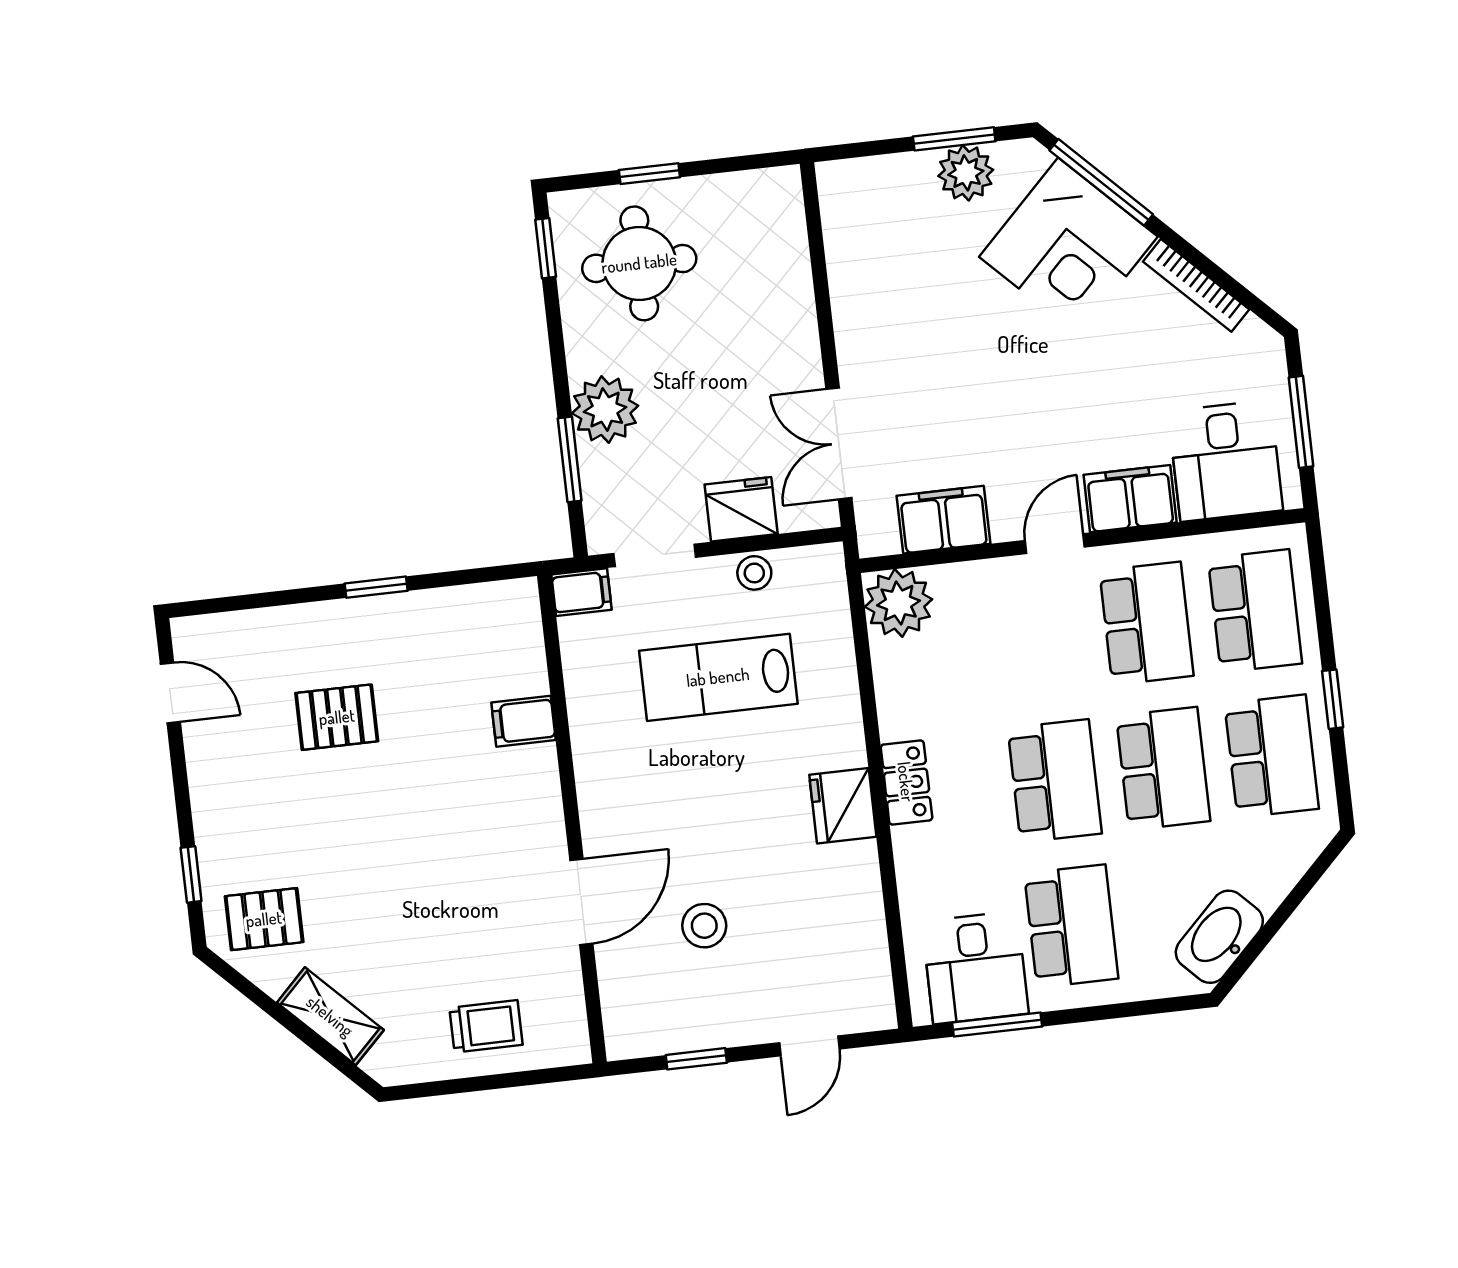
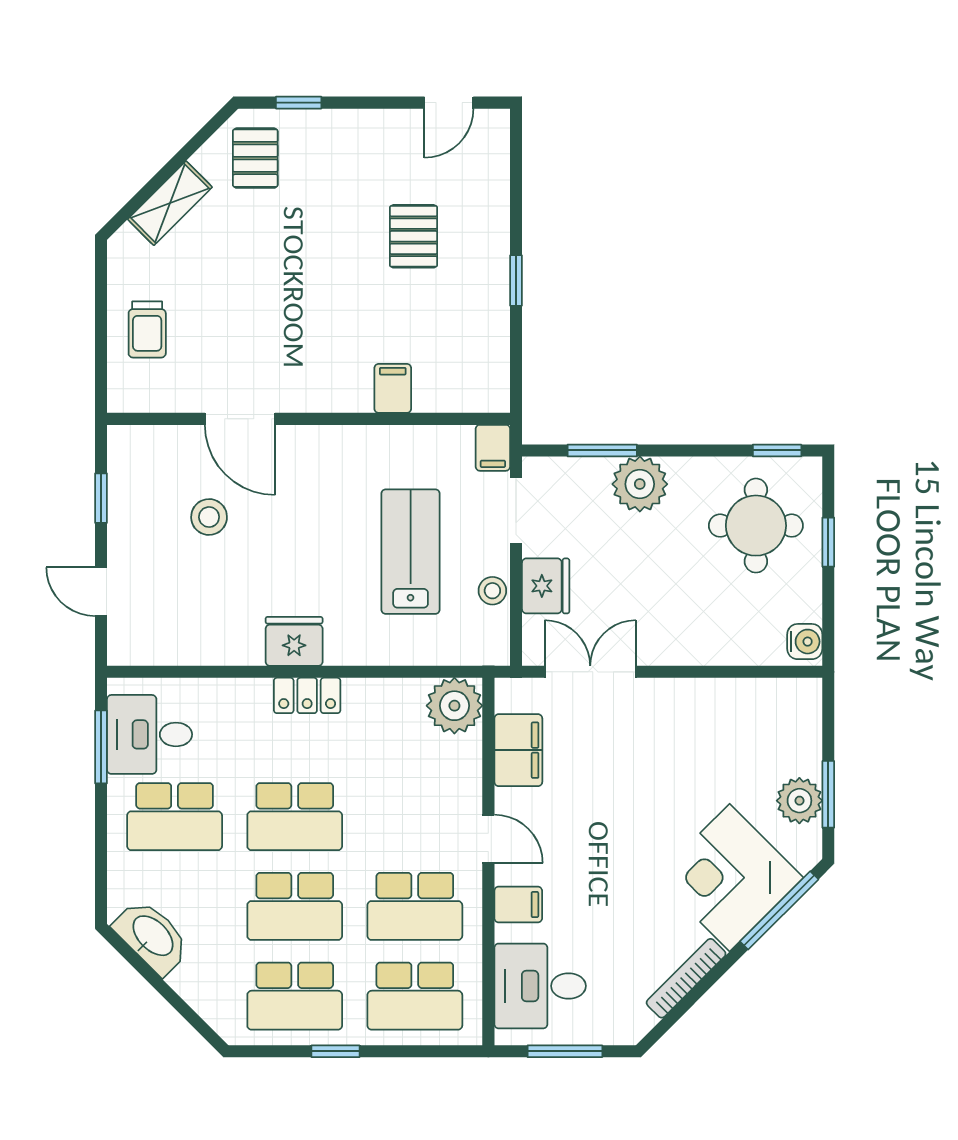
water cooler: (773, 188) -> (805, 642), added
filing cabinet: (1130, 499) -> (518, 905), width x0.50

